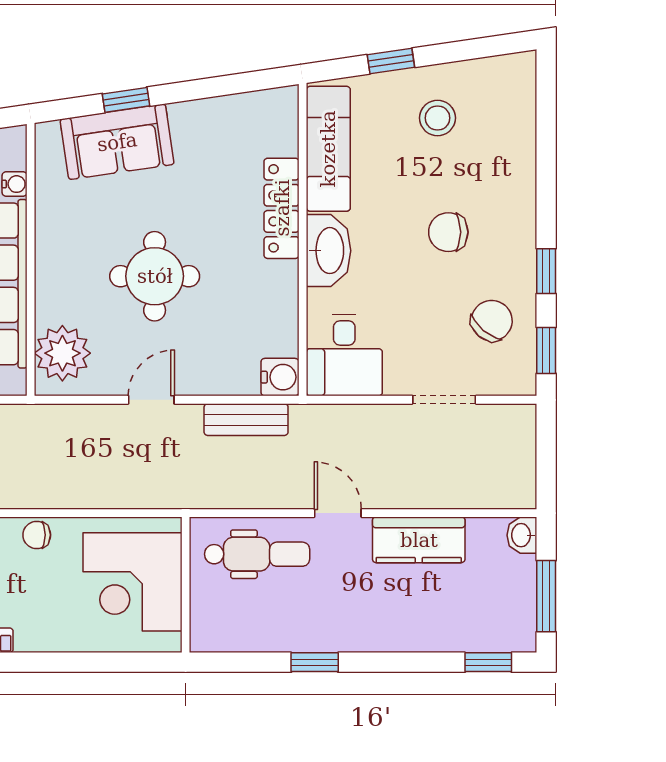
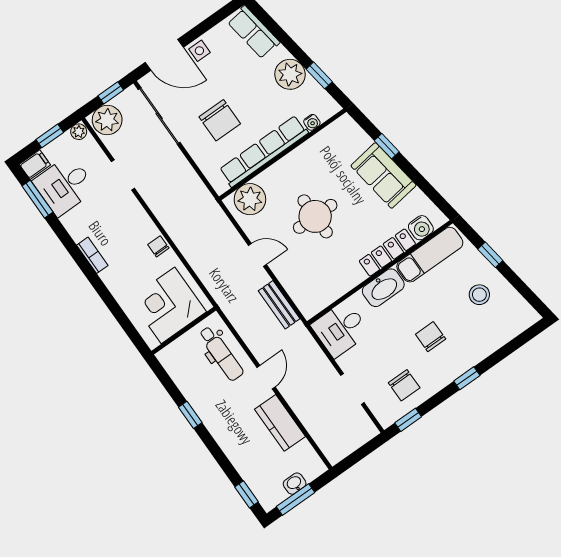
sofa: (117, 142) -> (384, 175), moved
window: (546, 271) -> (467, 378), moved
chair: (492, 321) -> (404, 385), turned 50
water cooler: (280, 377) -> (421, 228), moved
washbasin: (522, 535) -> (295, 484), moved

